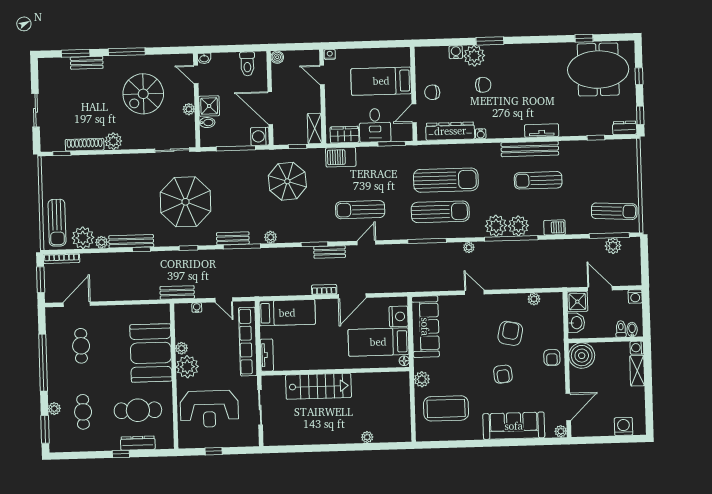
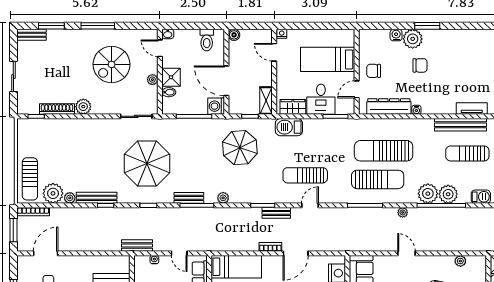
bench: (87, 63) -> (31, 35), moved
sun lounger: (446, 180) -> (384, 151), turned 180

